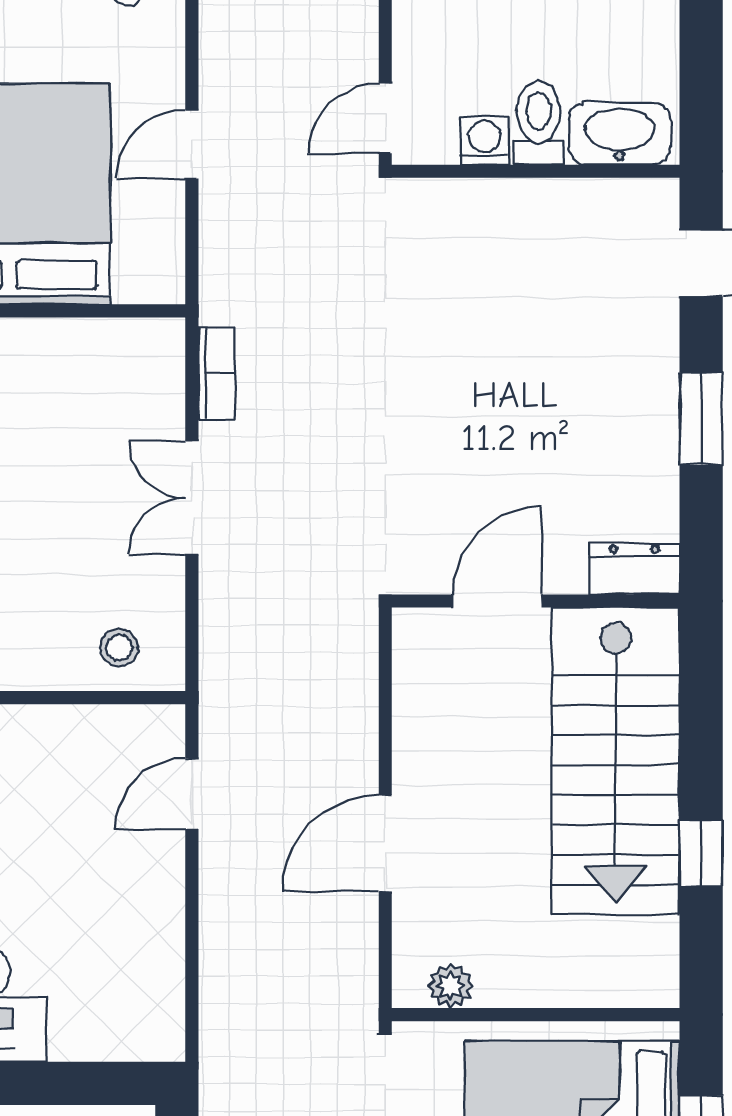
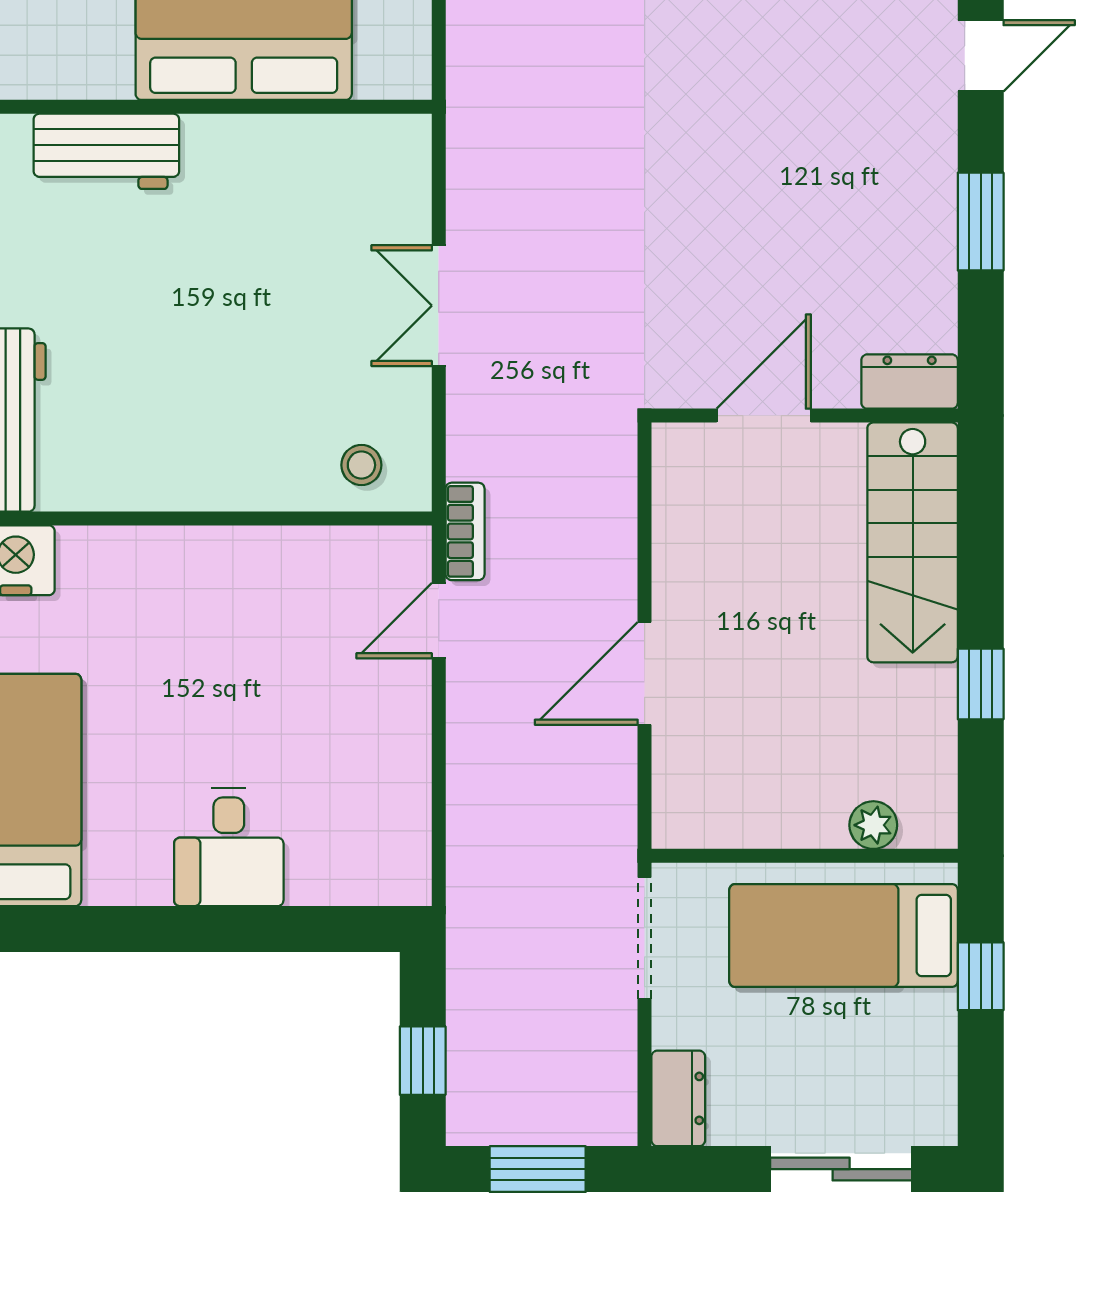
bookcase: (217, 373) -> (465, 531), moved
stairs: (616, 761) -> (913, 542), width x0.73, depth x0.66
plant: (450, 986) -> (873, 825), moved

